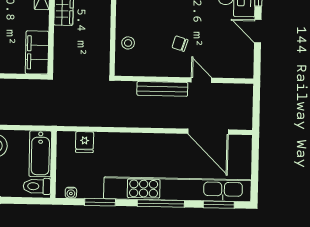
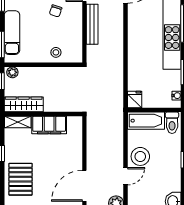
filing cabinet: (37, 52) -> (49, 125), moved
fridge: (85, 142) -> (135, 99), moved, turned -90

